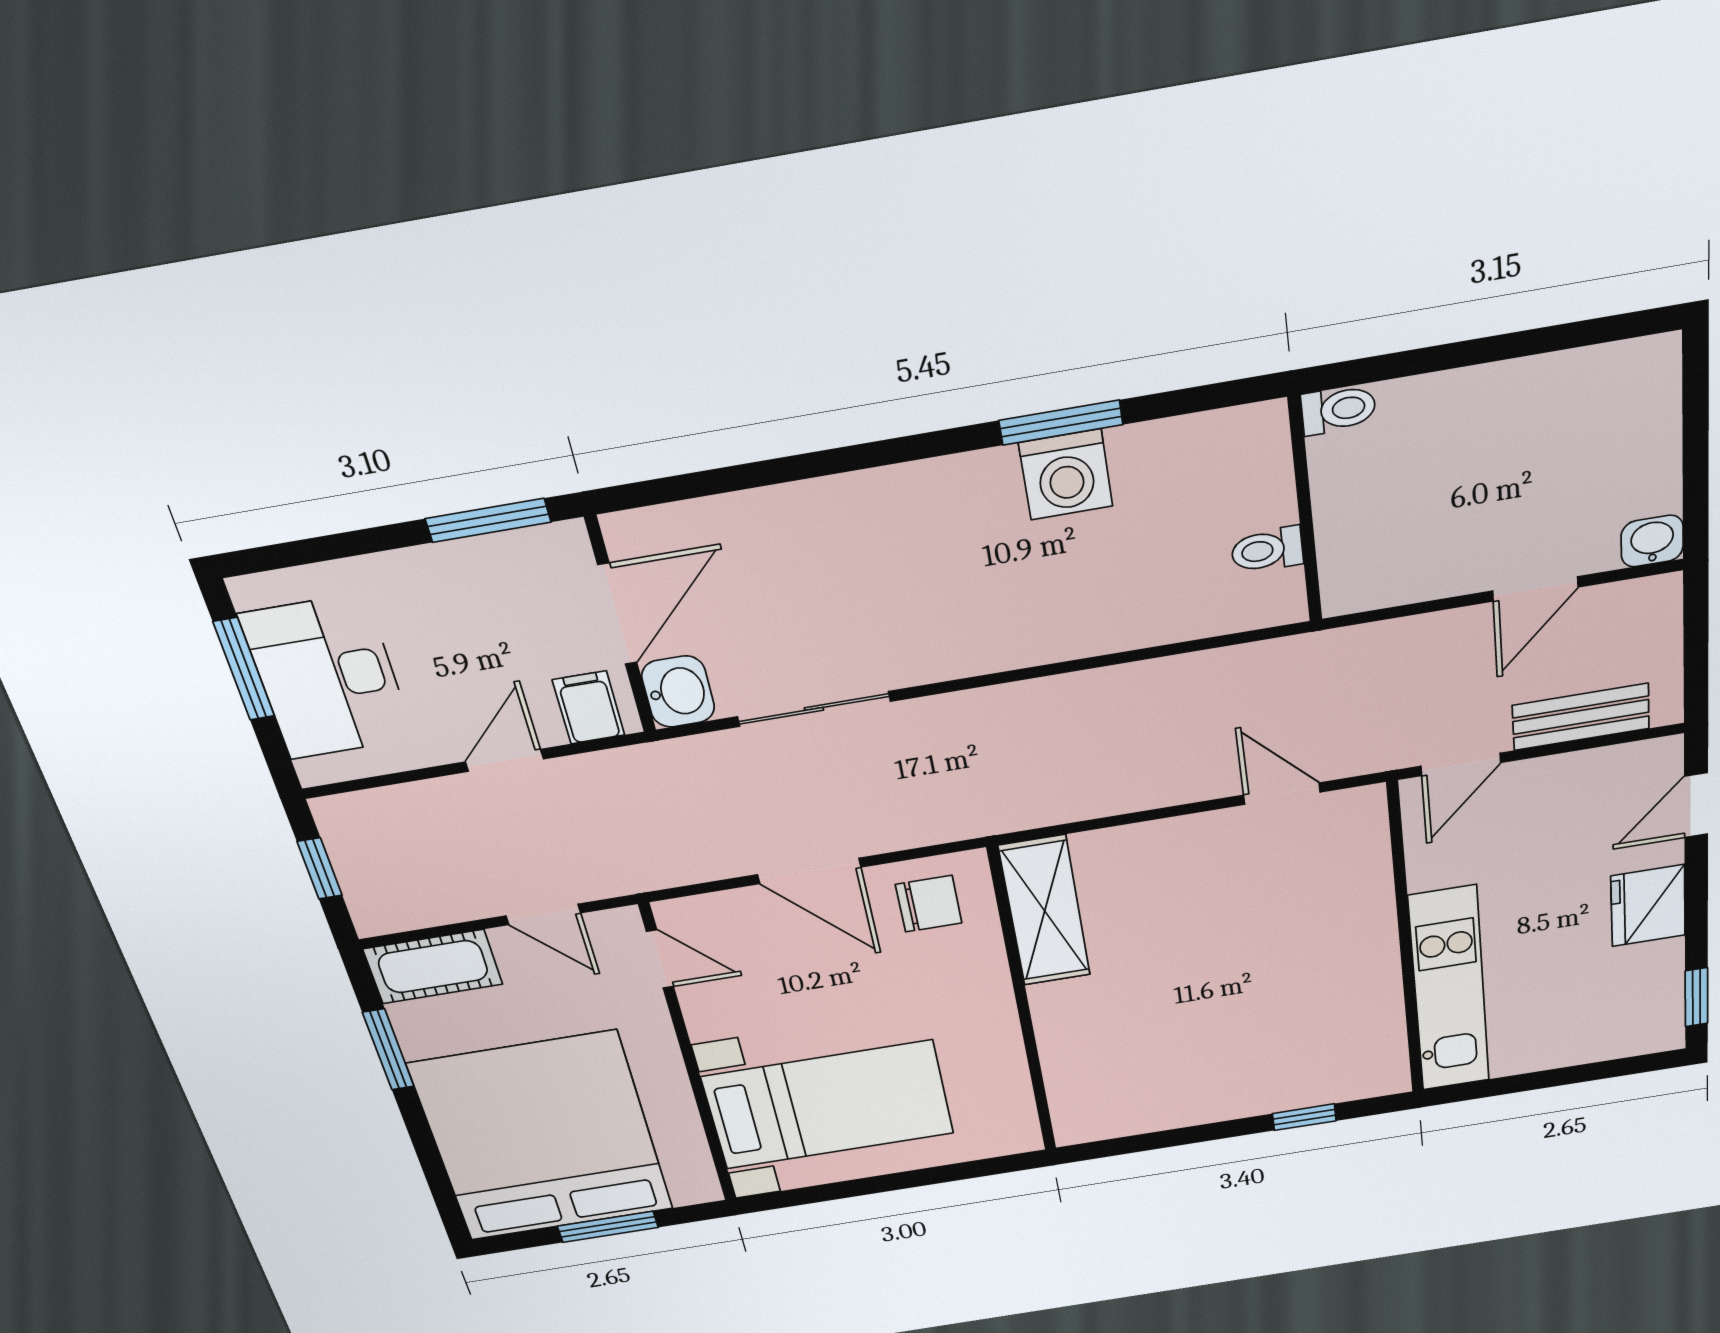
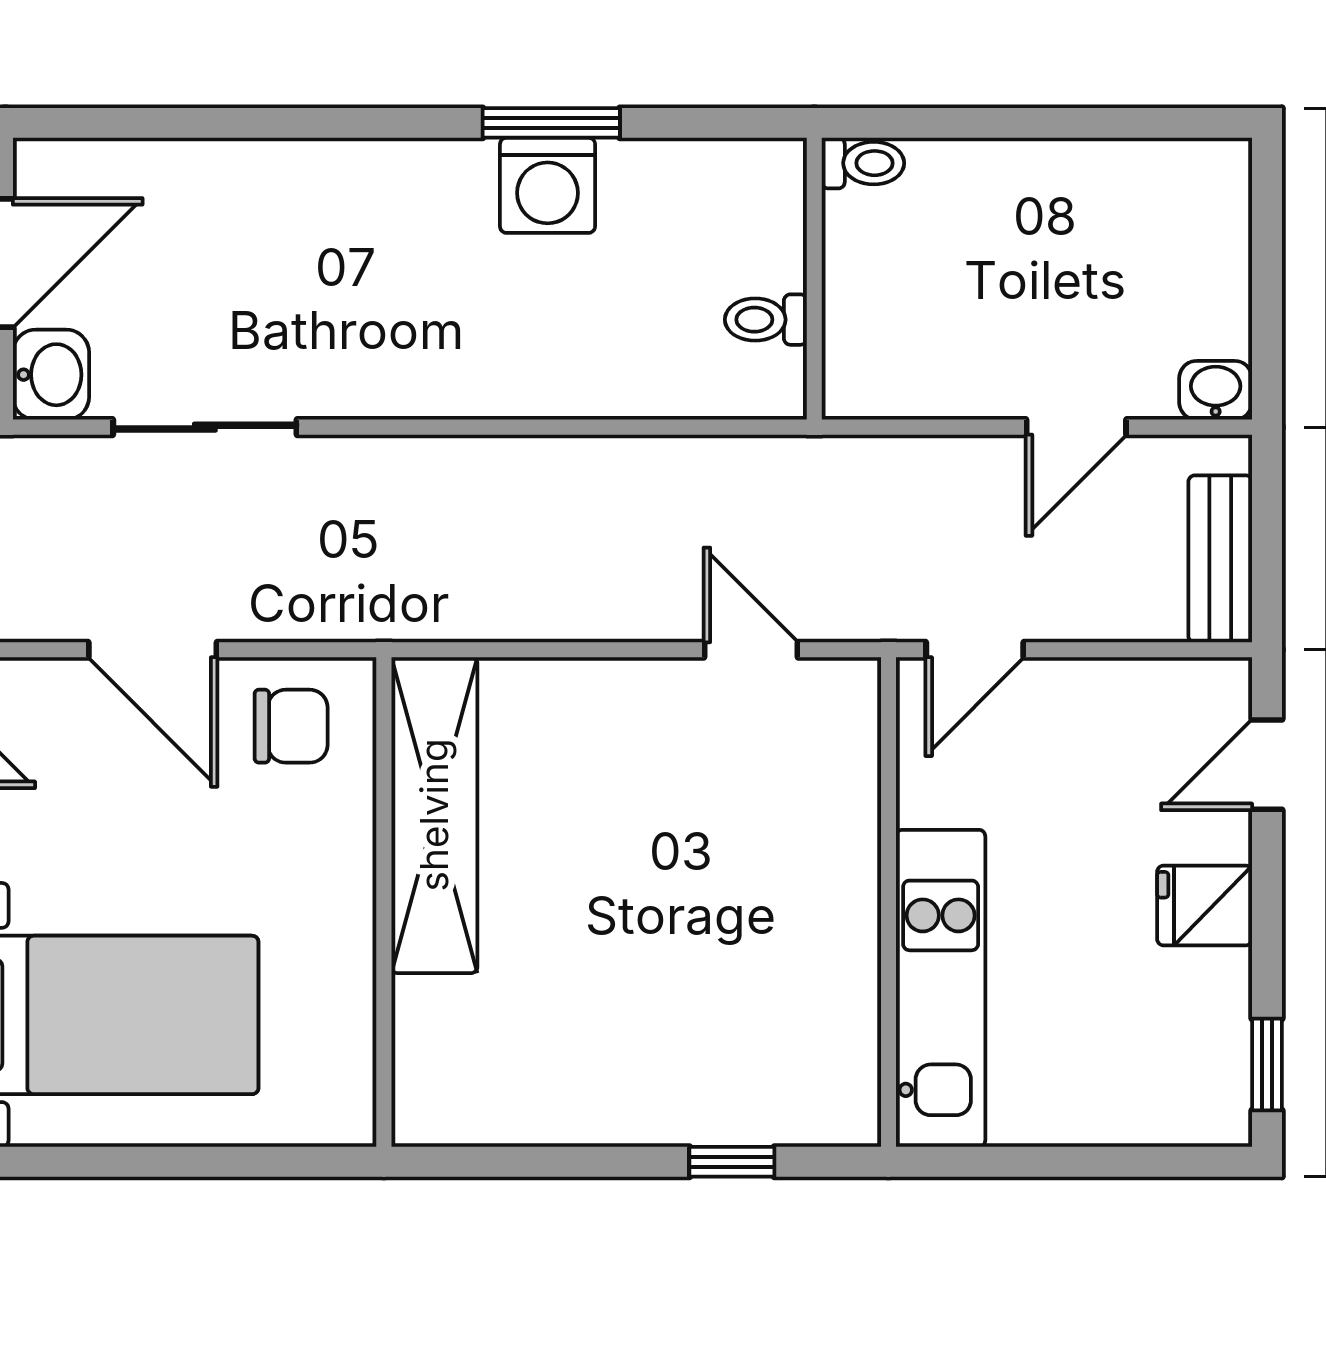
bench: (1581, 717) -> (1220, 559), moved, turned 90
fridge: (1648, 906) -> (1205, 905), width x0.72
shelving: (1045, 911) -> (434, 815), width x1.47

